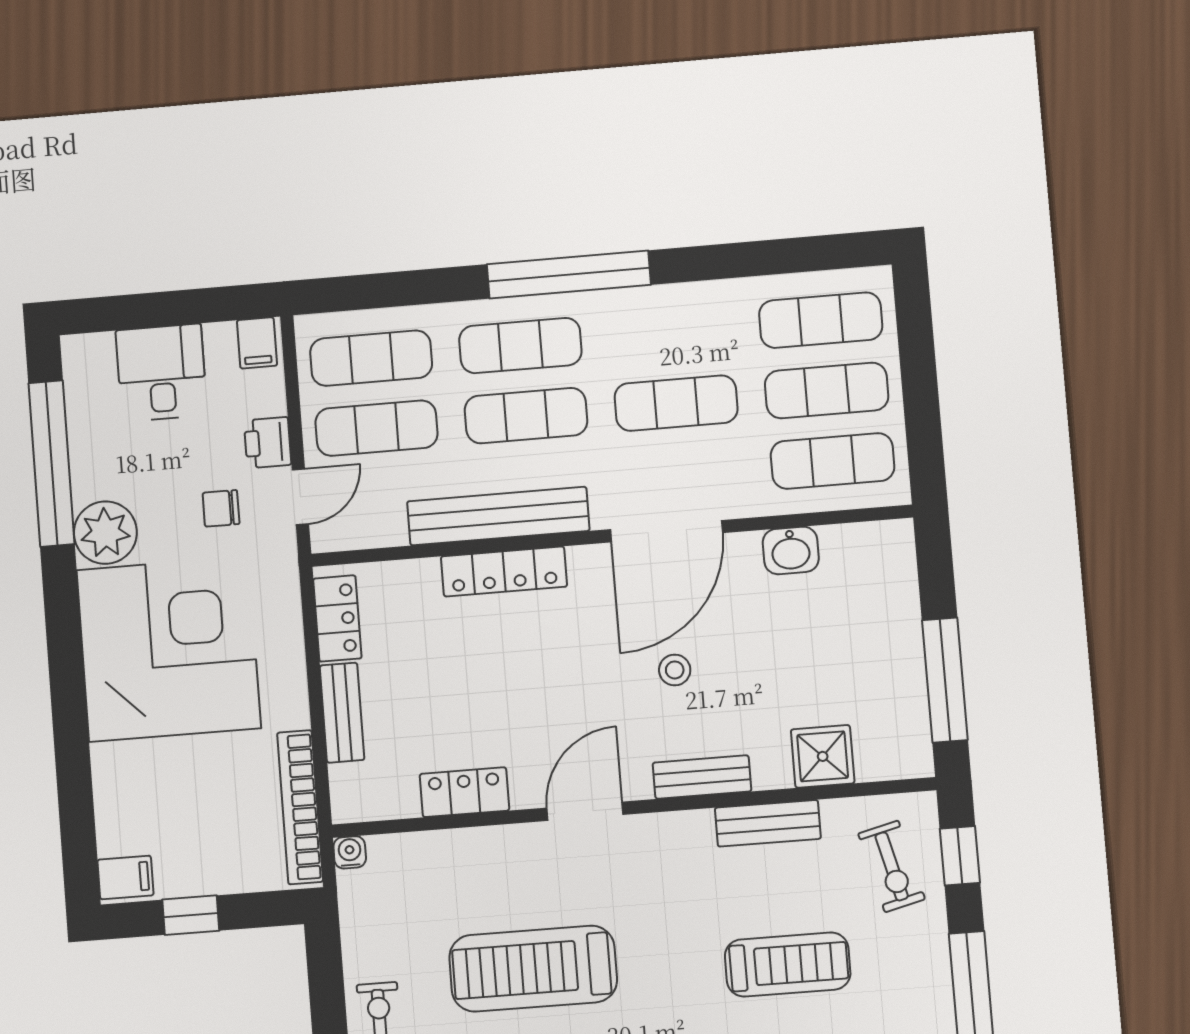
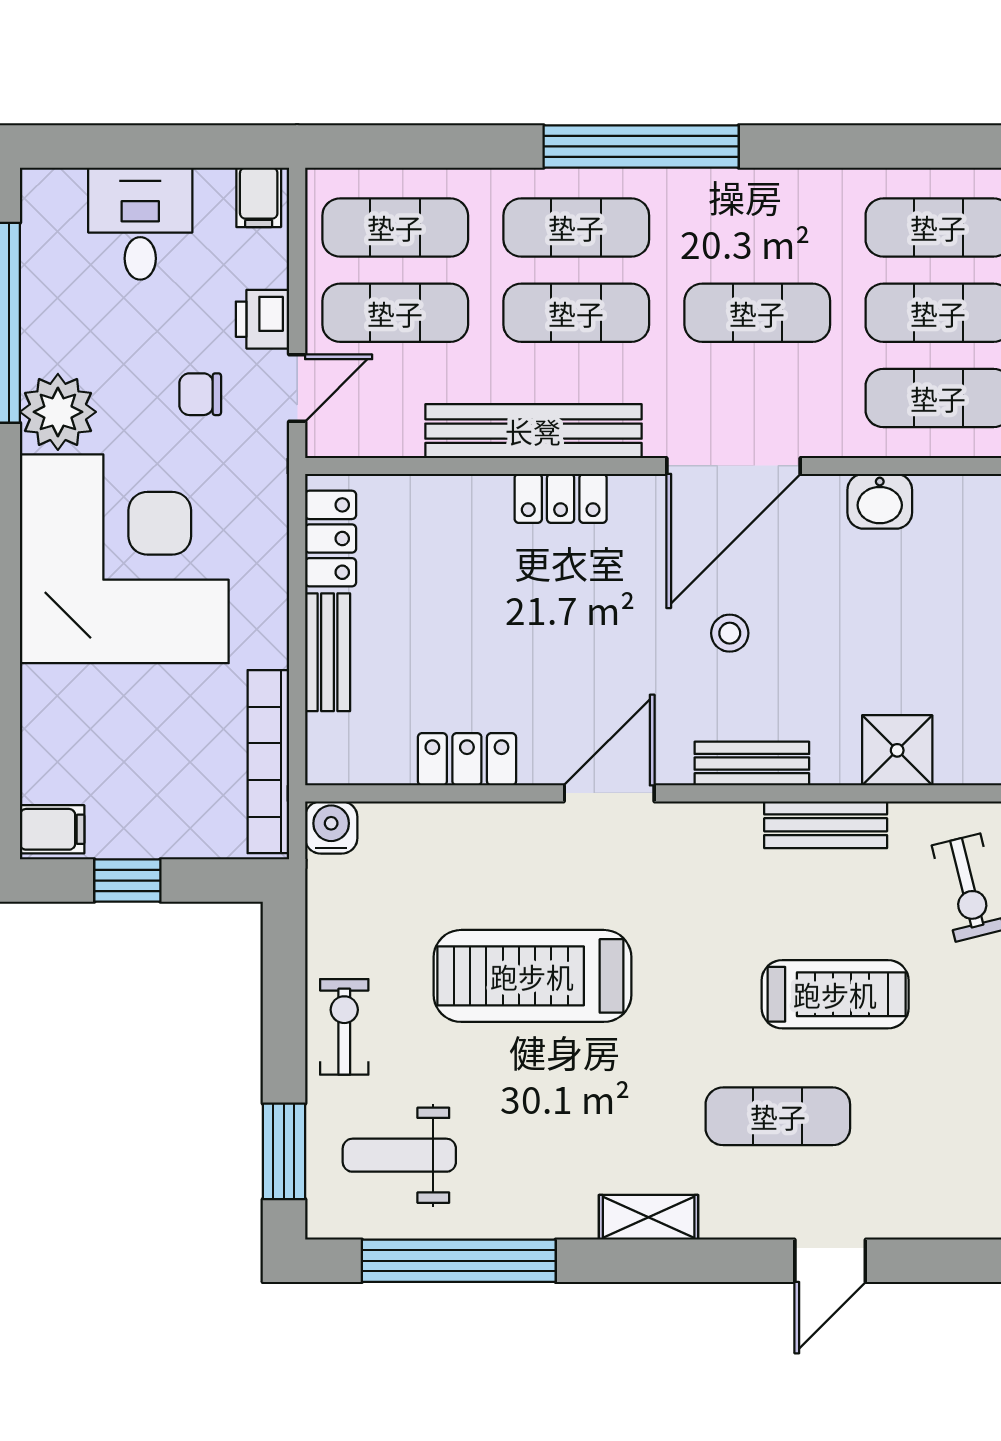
locker: (504, 571) -> (561, 498), width x0.66
water cooler: (350, 852) -> (331, 827), width x1.38, depth x1.38

